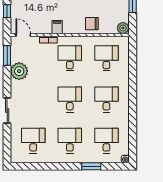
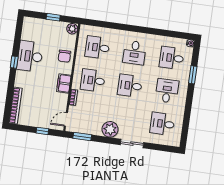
filing cabinet: (57, 27) -> (64, 83), width x2.00
plant: (19, 71) -> (110, 129), moved
desk: (106, 99) -> (135, 53), turned -90
desk: (70, 141) -> (167, 91), turned 90

